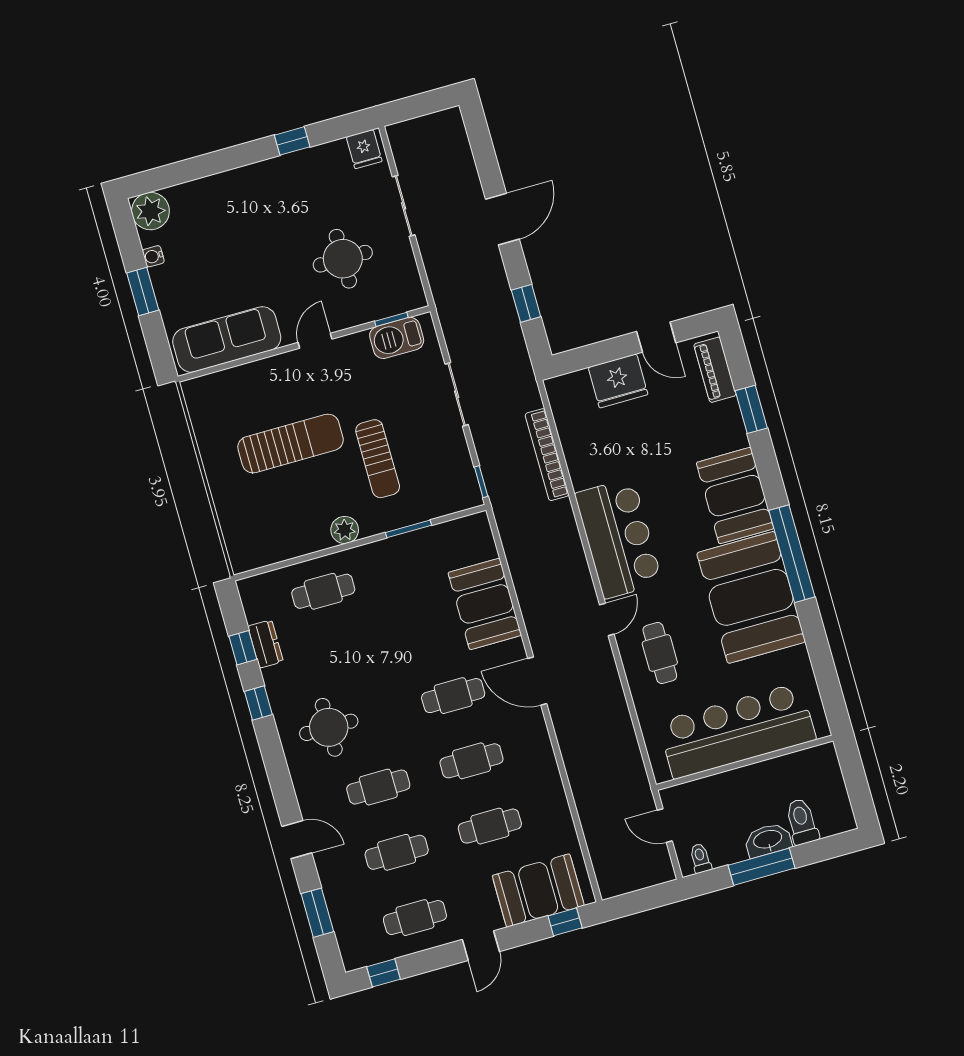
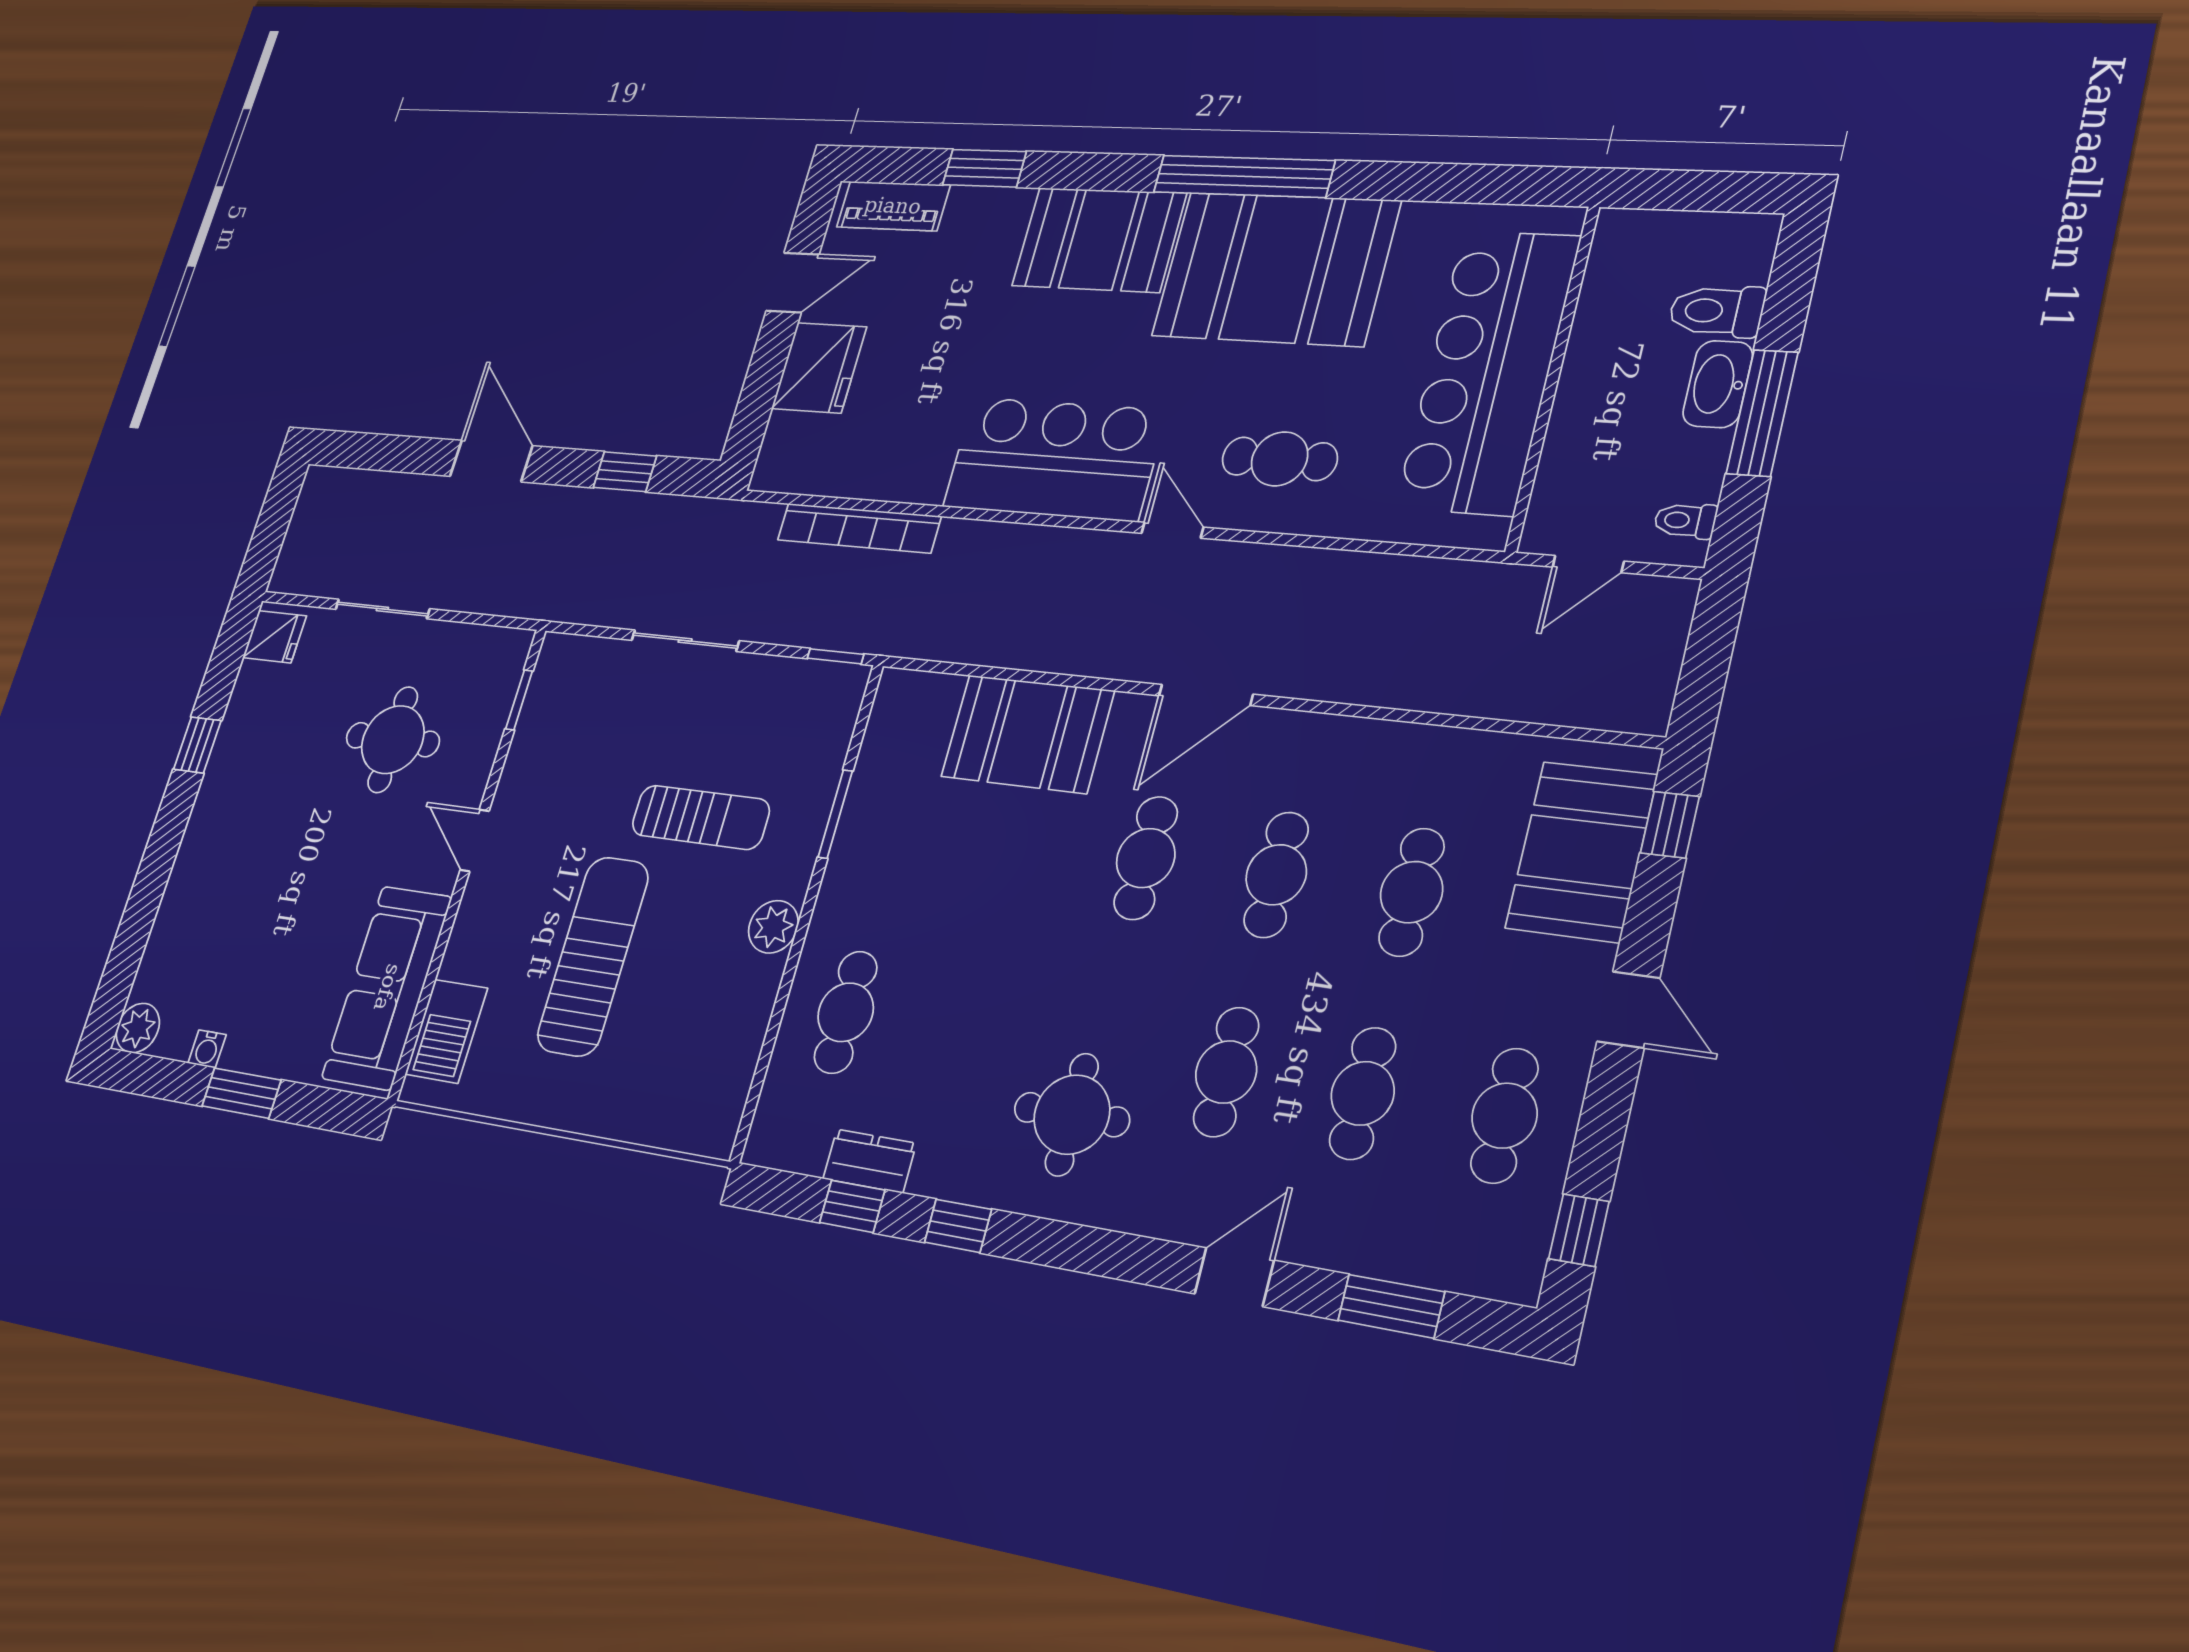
plant: (150, 211) -> (138, 1028), width x0.73, depth x0.73
barbecue: (397, 338) -> (446, 1031), moved

